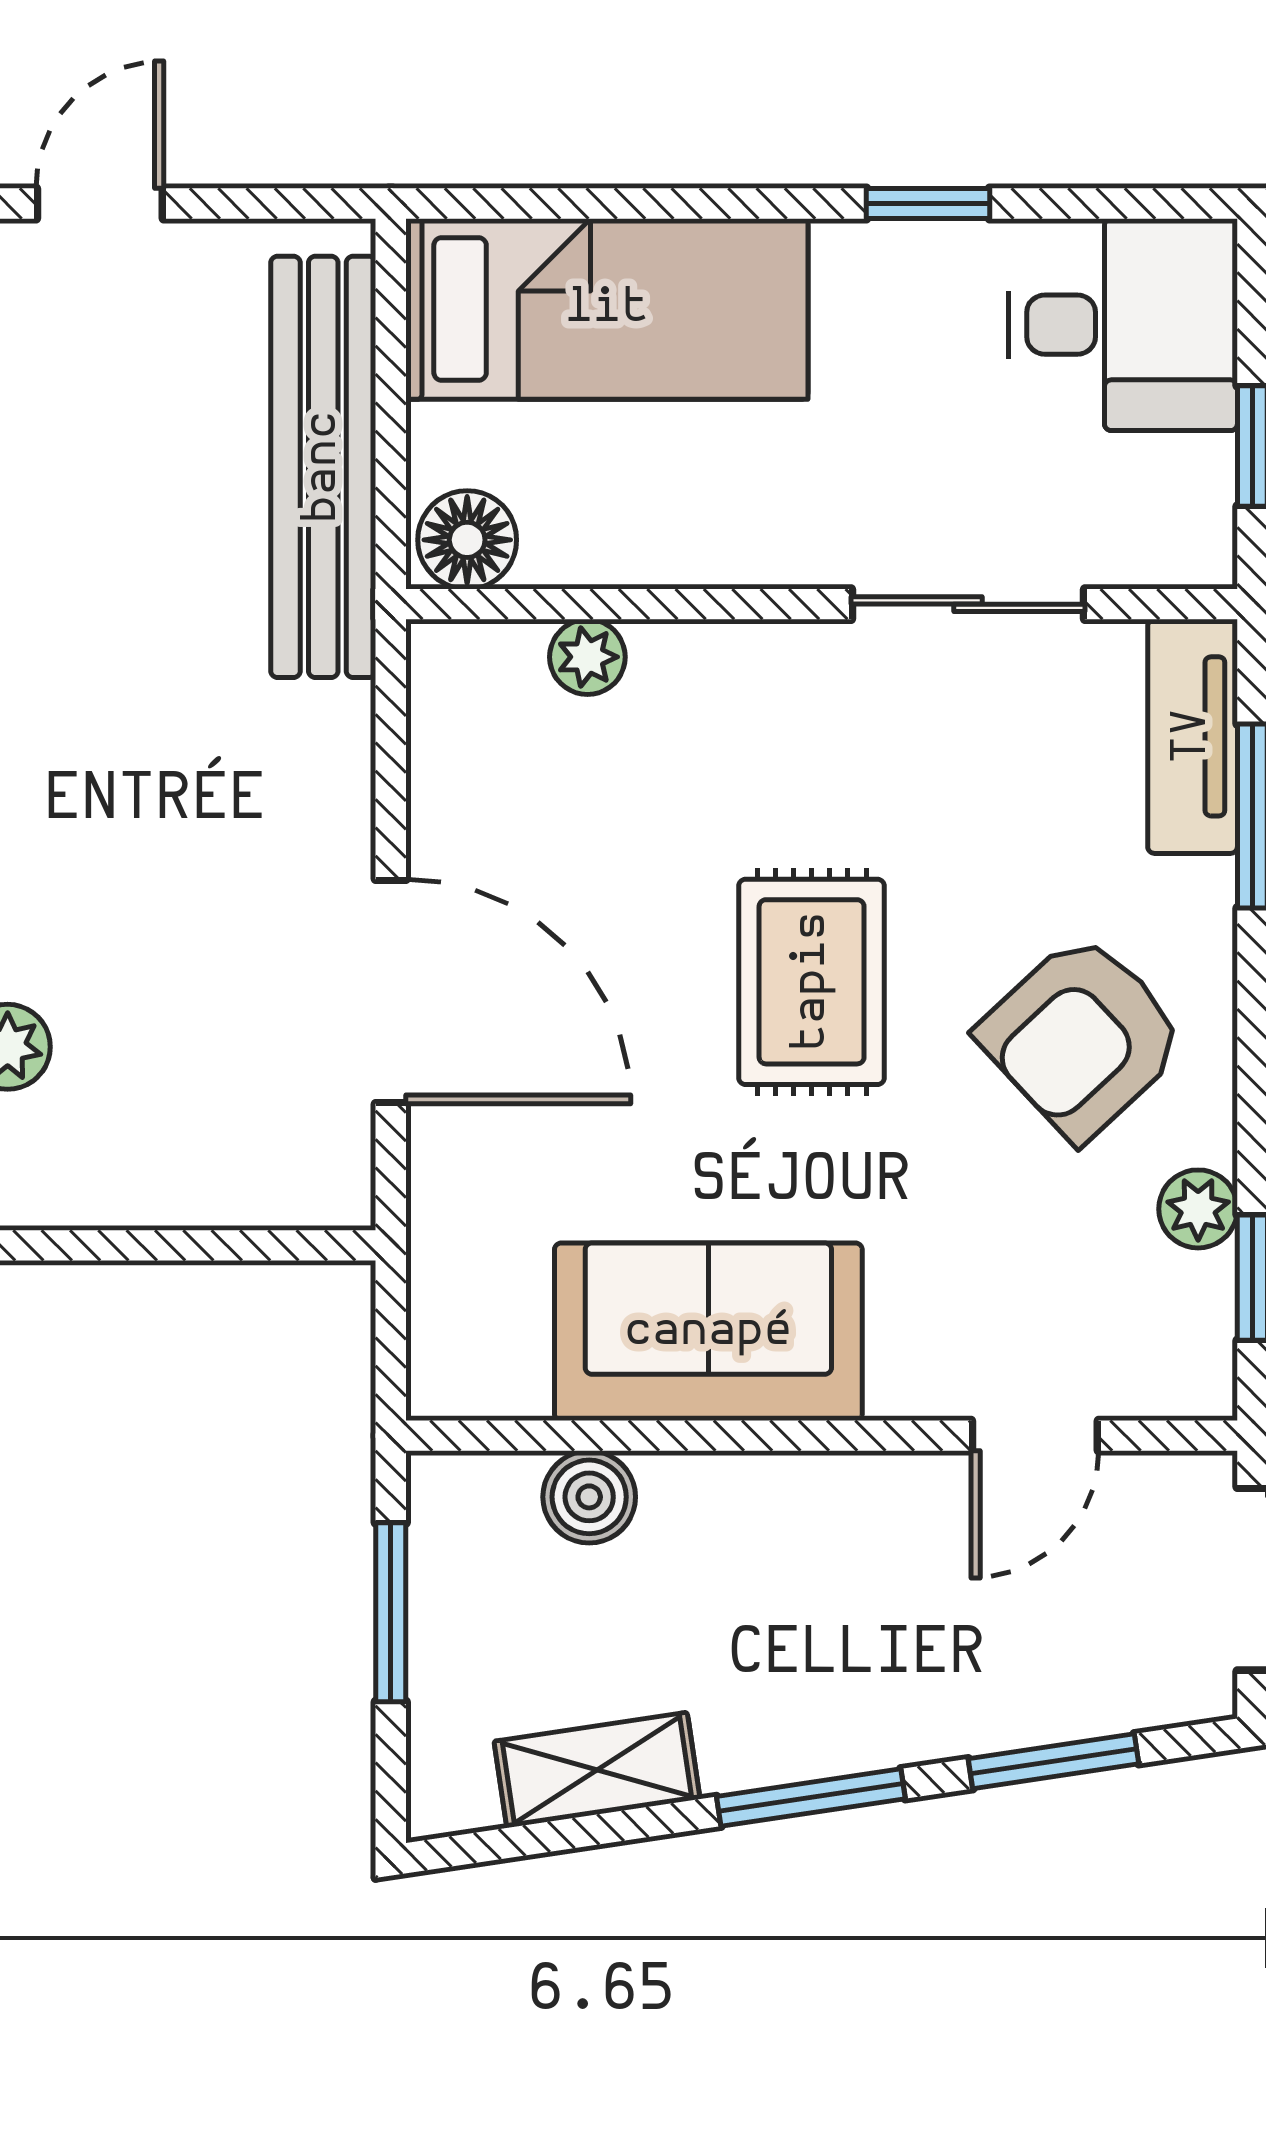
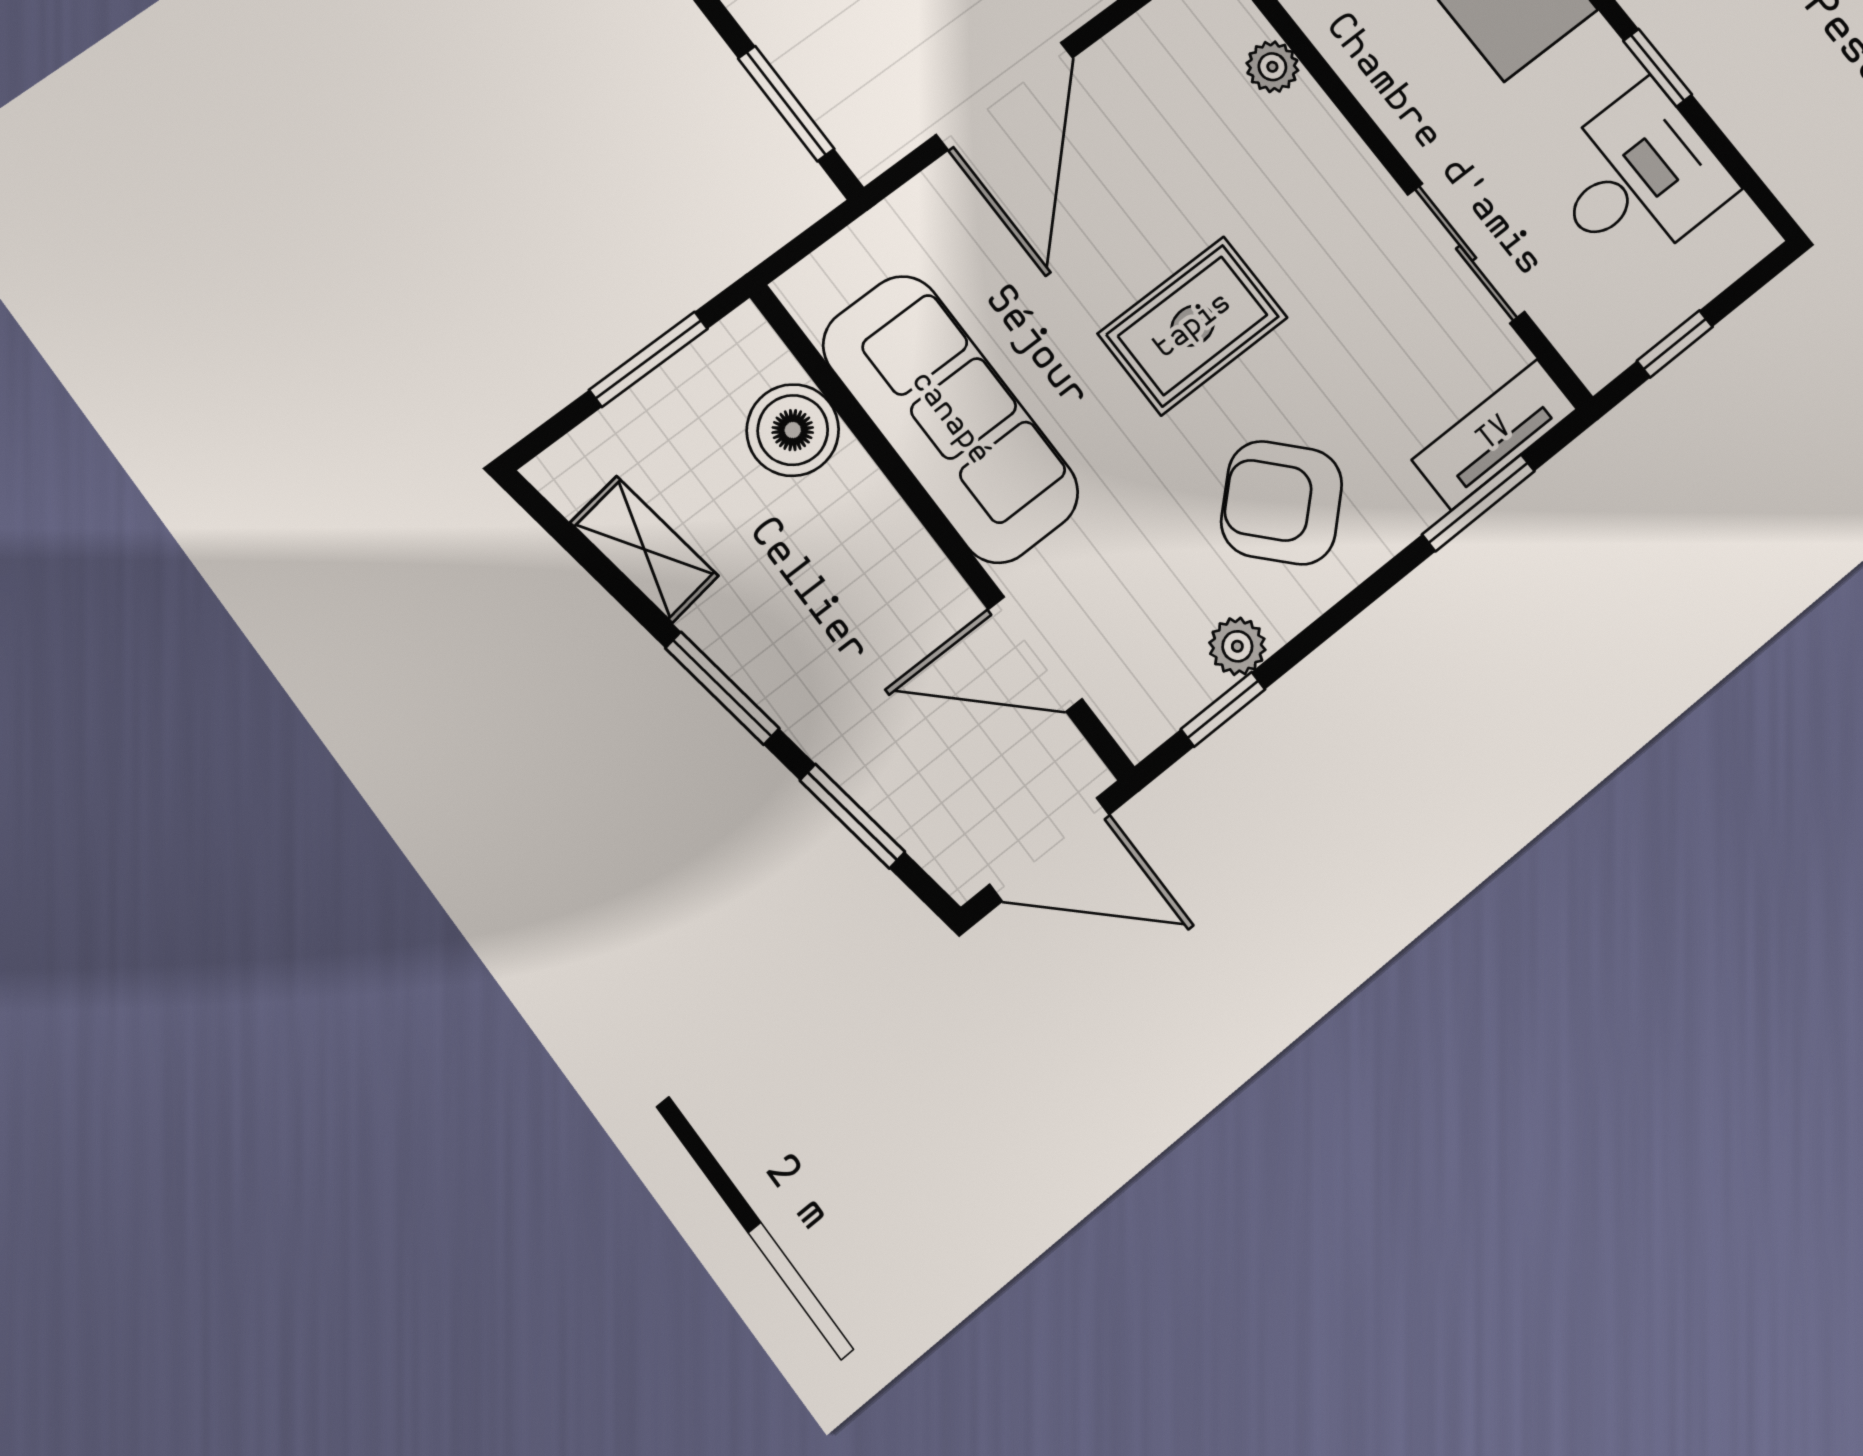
desk: (1123, 325) -> (1638, 178), moved, turned -90
window: (214, 1245) -> (786, 103), added
sofa: (708, 1332) -> (950, 418), width x1.36
door: (1035, 1436) -> (1035, 654), width x1.38
boiler: (589, 1497) -> (793, 430), width x1.36, depth x1.36

